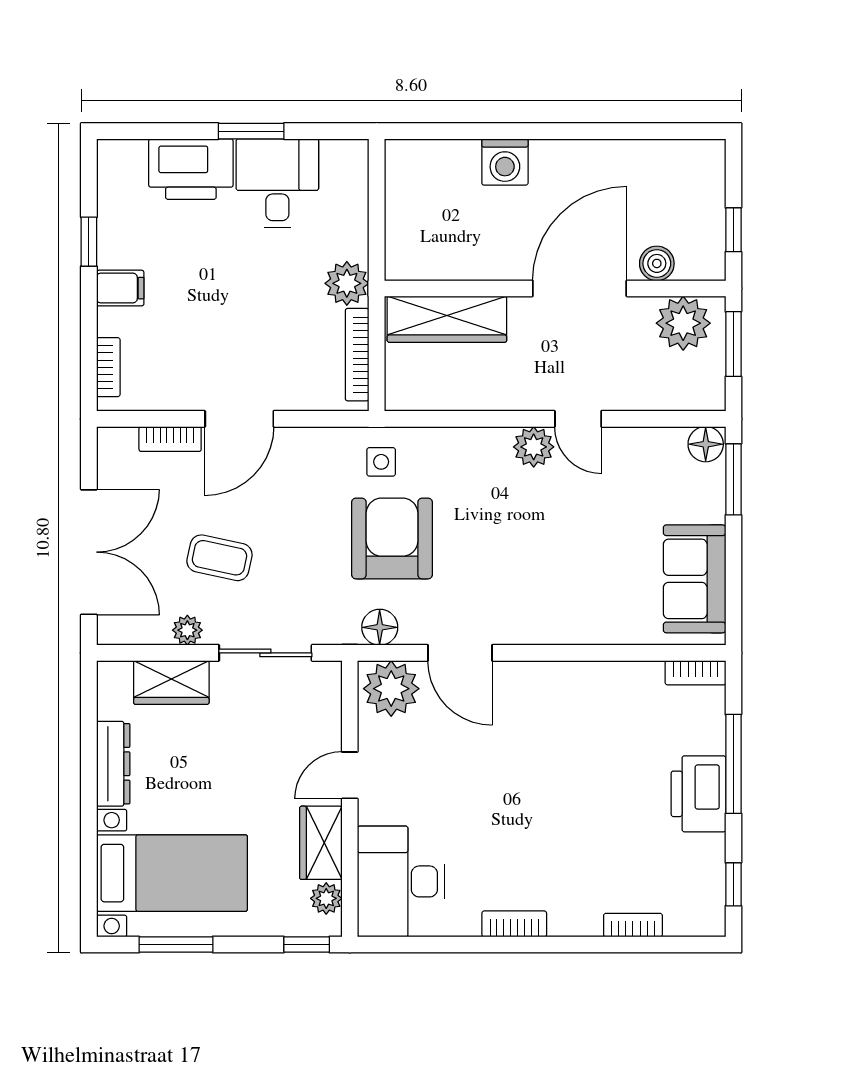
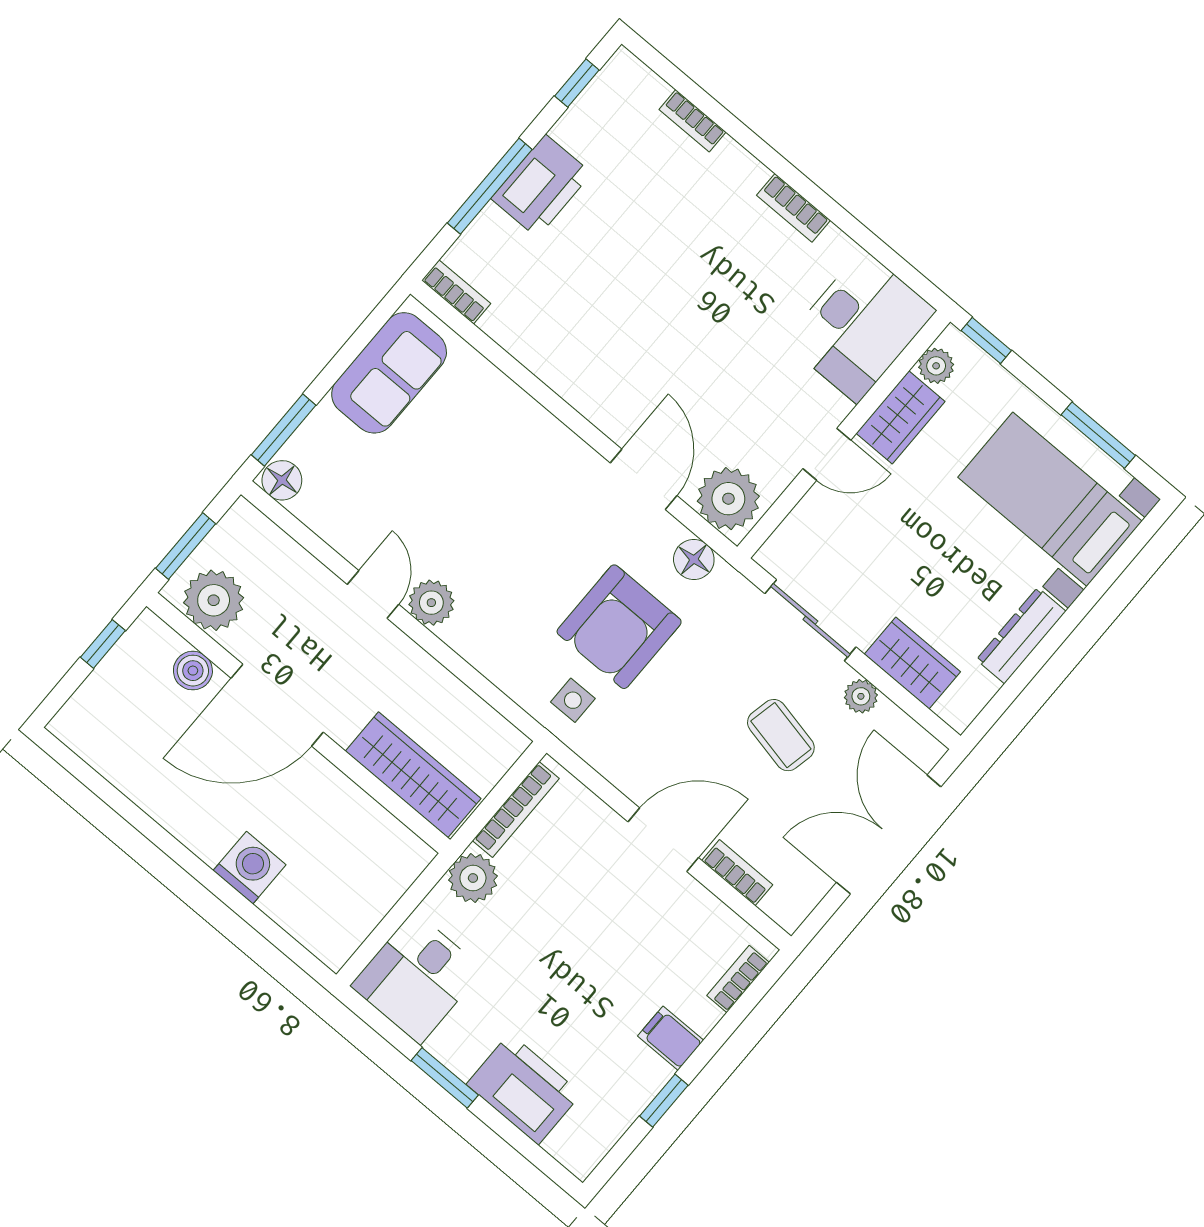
desk: (277, 183) -> (417, 978), moved

